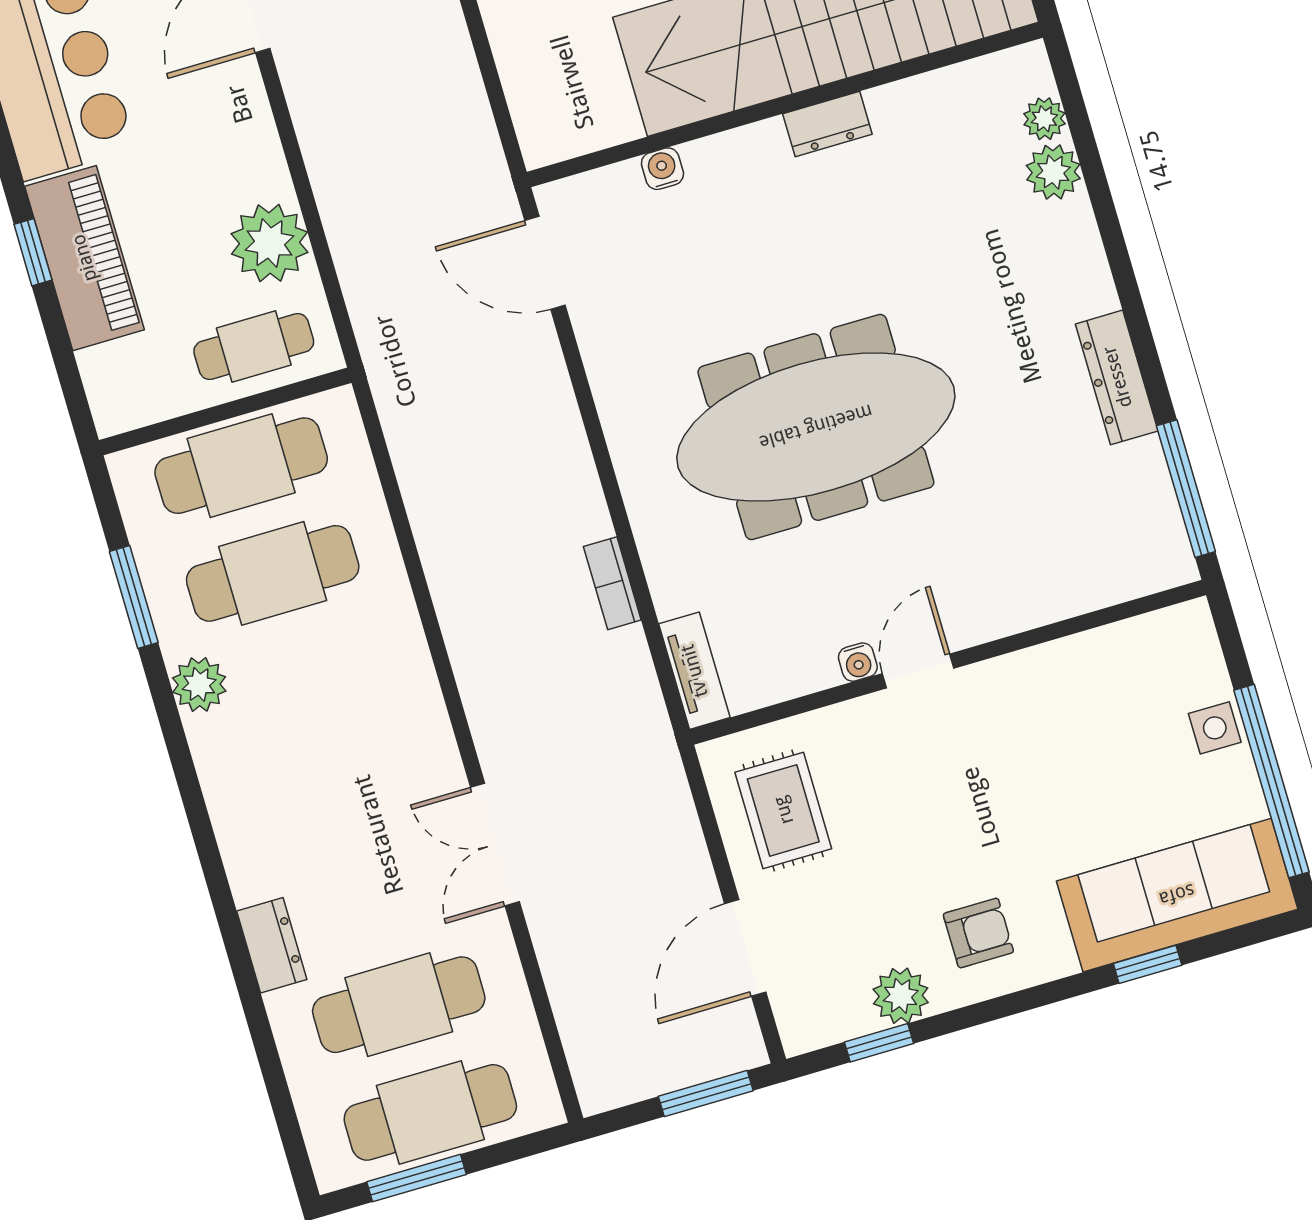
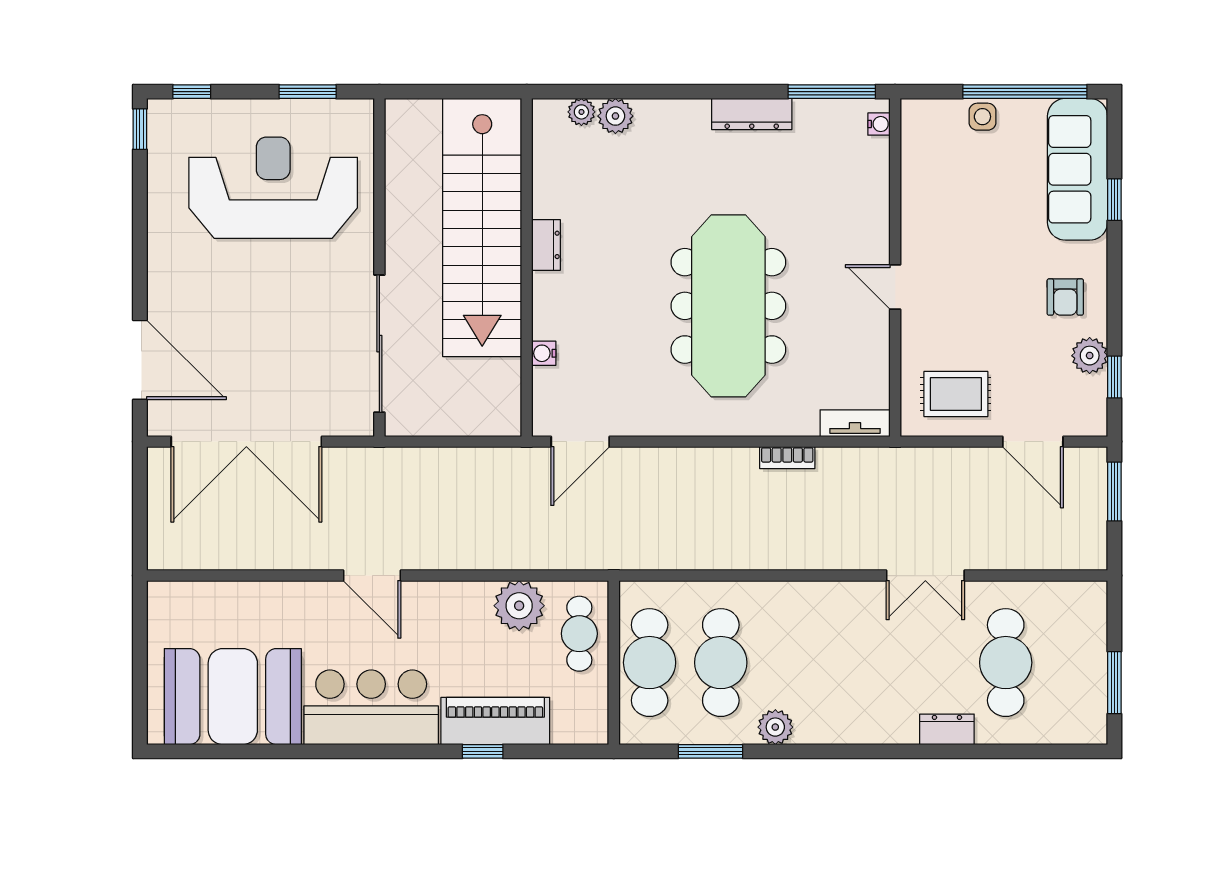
water cooler: (858, 662) -> (879, 124), moved
armchair: (978, 933) -> (1065, 297), turned 180
cafe table: (430, 1112) -> (1077, 663), removed

